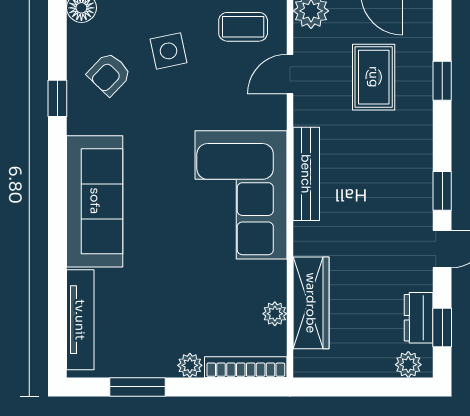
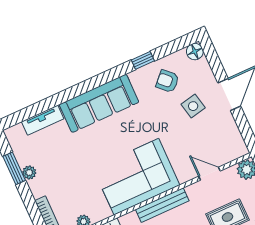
coffee table: (243, 27) -> (223, 139), removed
tv unit: (80, 320) -> (43, 120), width x0.71
plant: (190, 365) -> (29, 172), moved

